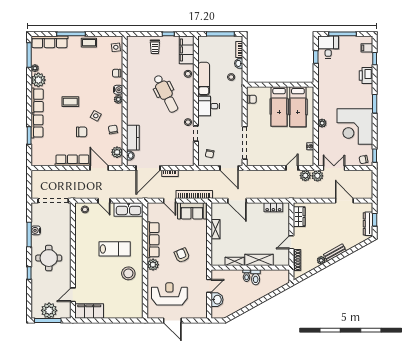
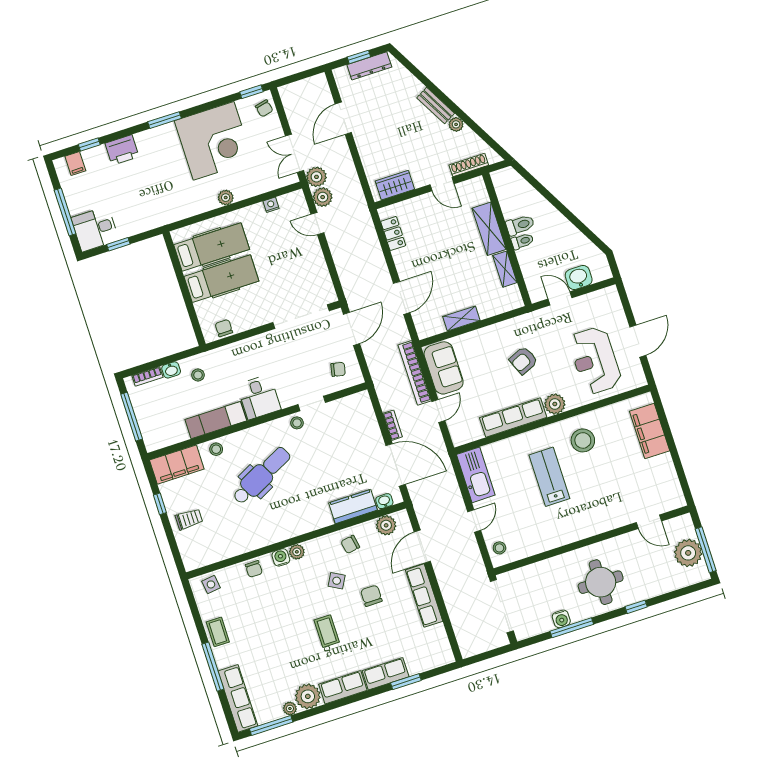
filing cabinet: (89, 311) -> (650, 431), moved

